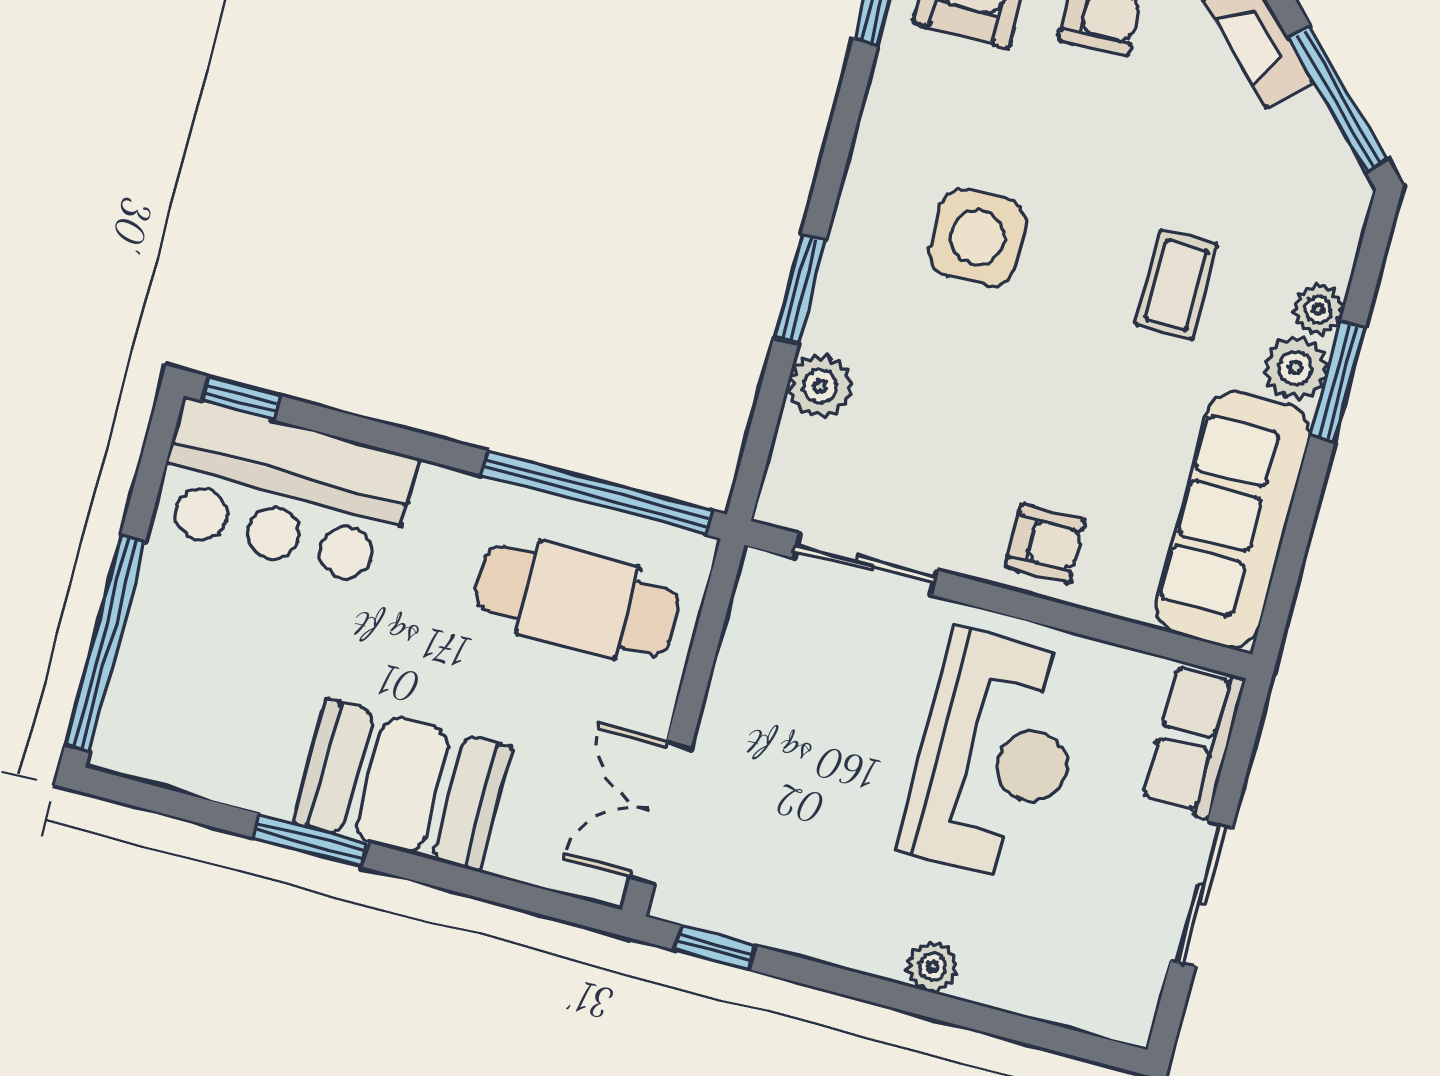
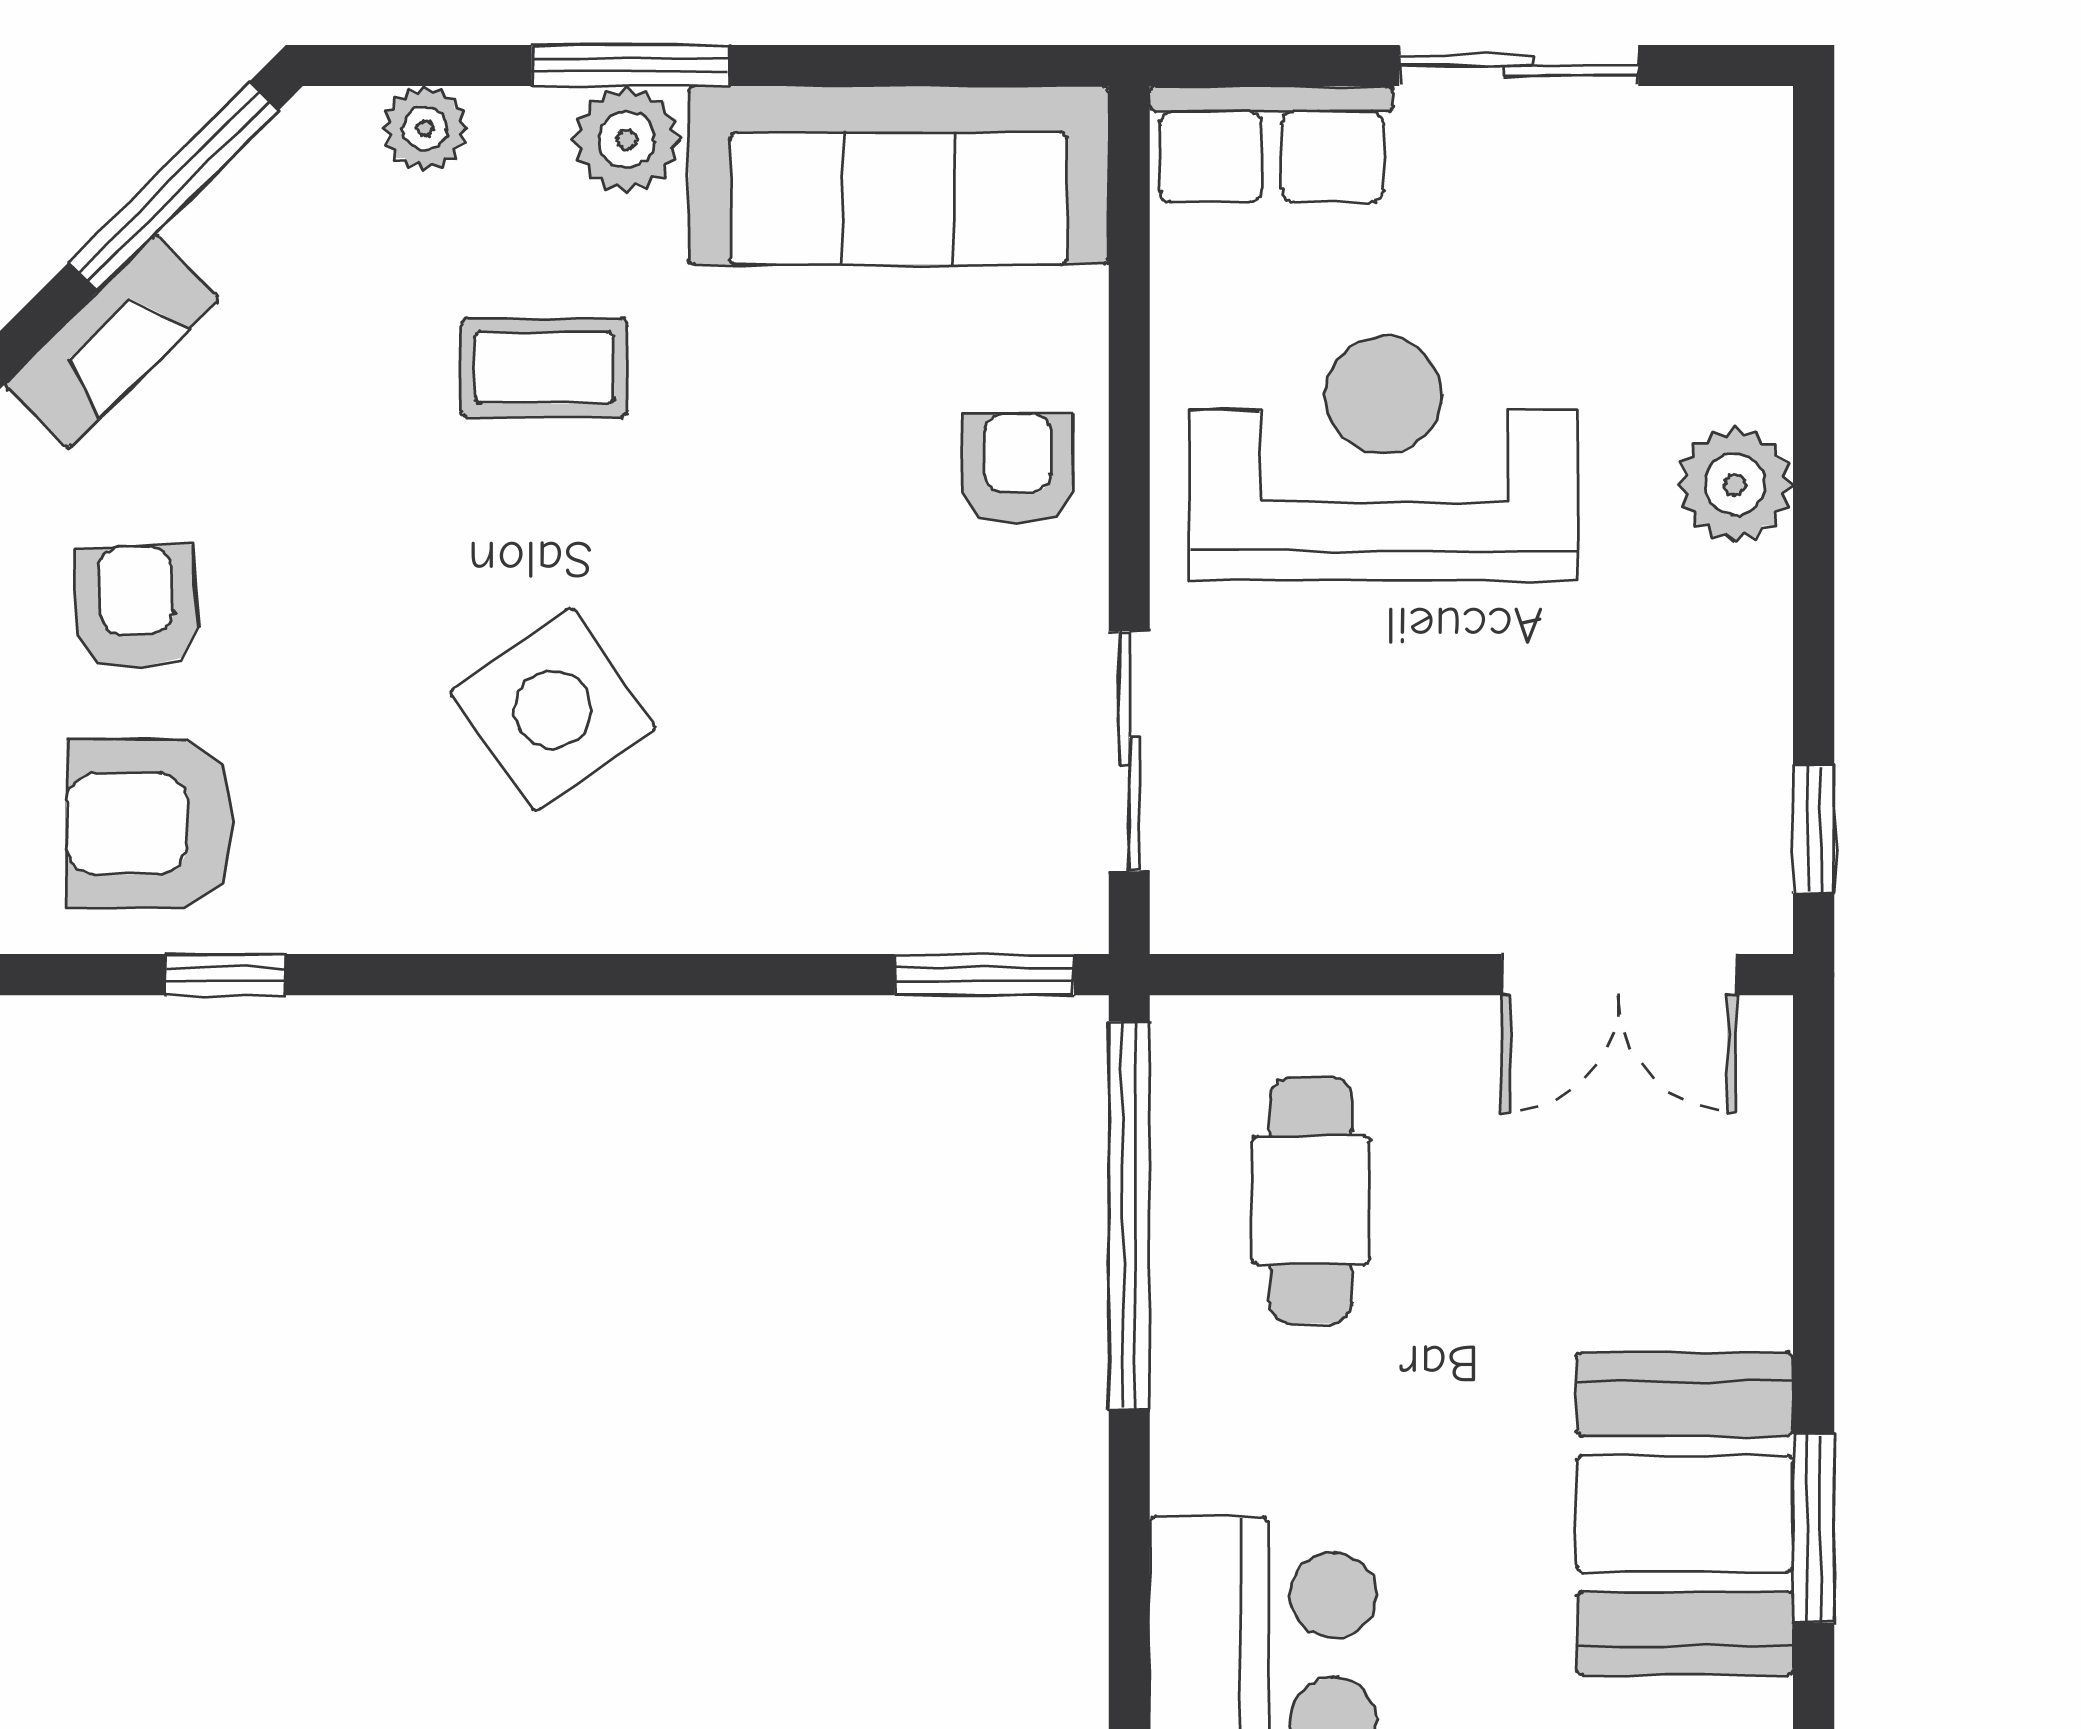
side table: (977, 238) -> (553, 710), turned -34
window: (800, 289) -> (984, 975), moved
plant: (1318, 309) -> (425, 128), moved
plant: (820, 386) -> (861, 901), removed
cafe table: (578, 600) -> (1311, 1200), width x0.73, depth x0.74
booth: (403, 785) -> (1685, 1514), moved
plant: (933, 967) -> (1735, 485), width x1.38, depth x1.38

